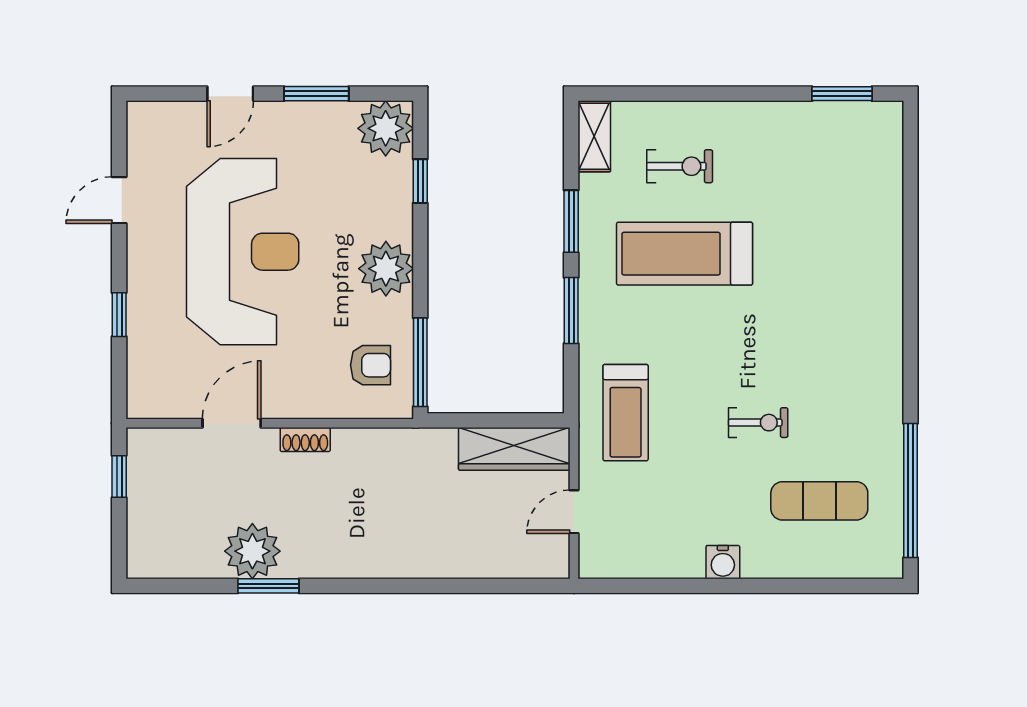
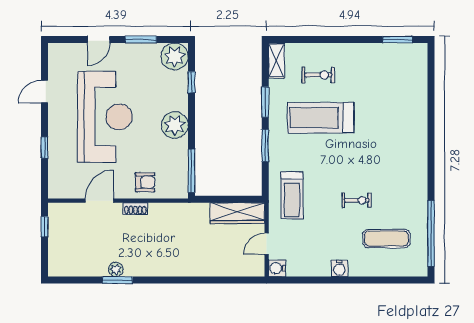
armchair: (370, 365) -> (145, 182), moved
plant: (252, 551) -> (116, 269), width x0.53, depth x0.53
water cooler: (595, 562) -> (277, 268), added

